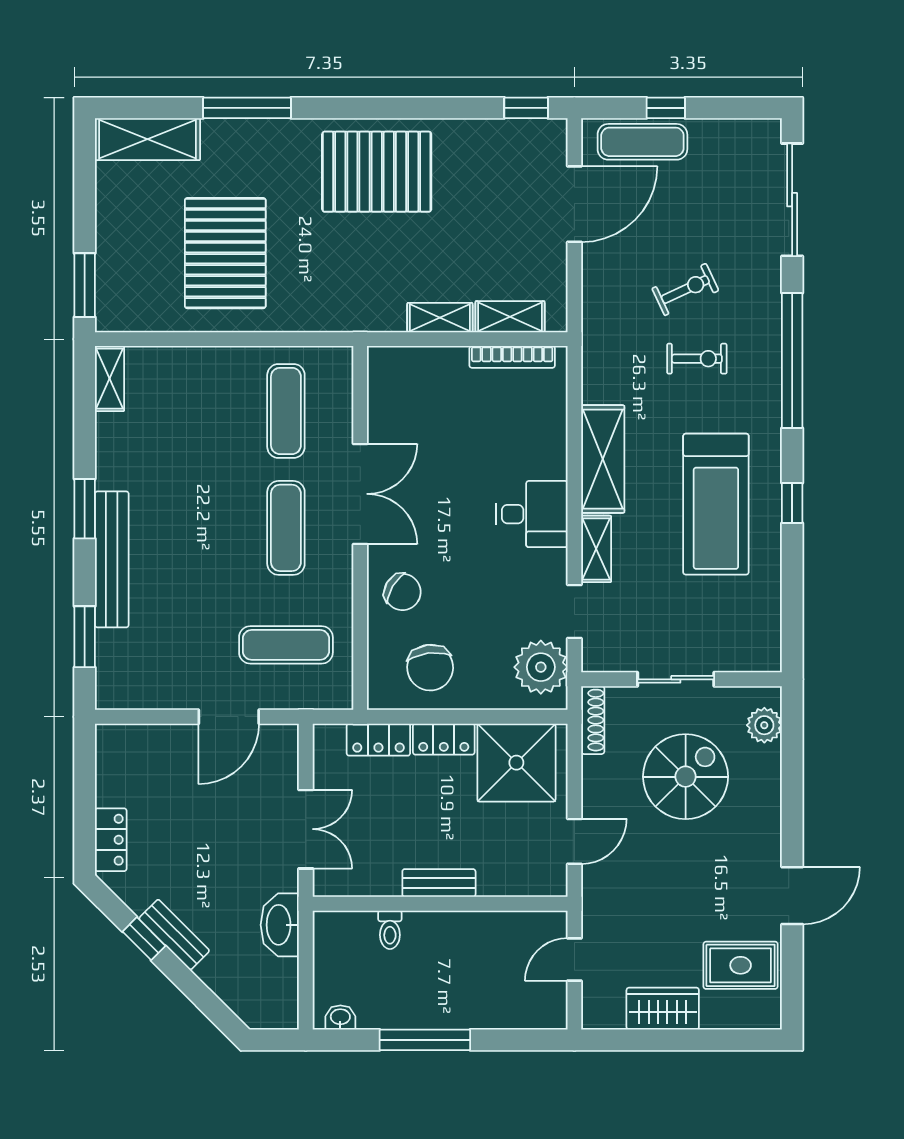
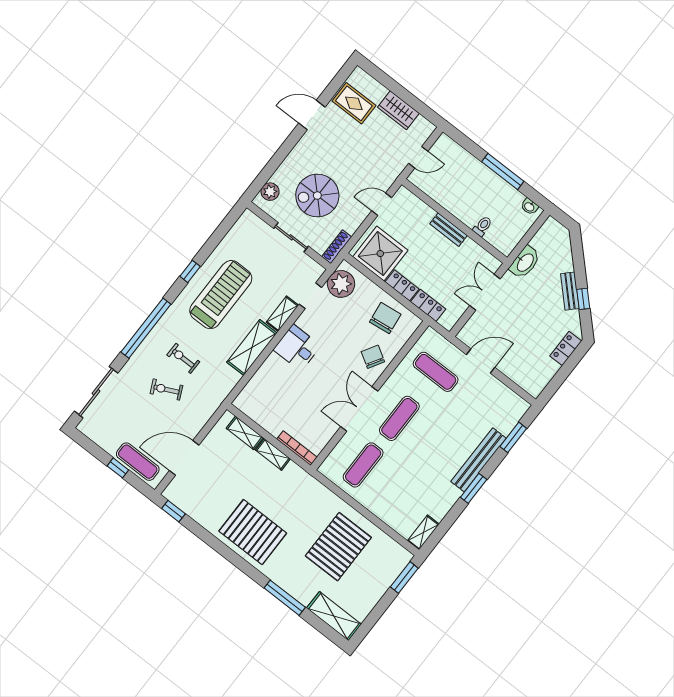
bookcase: (512, 357) -> (297, 448), moved

